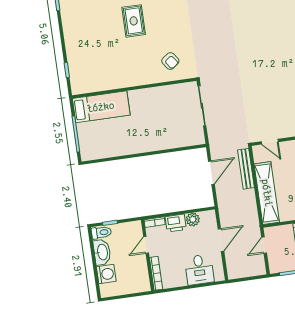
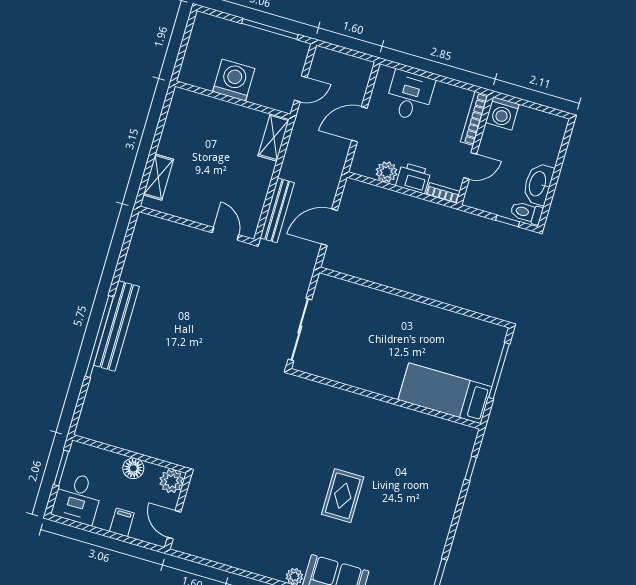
armchair: (170, 61) -> (316, 414), removed
shelving: (267, 193) -> (274, 138), width x0.45, depth x0.75
washing machine: (106, 274) -> (502, 113), moved, turned -90

